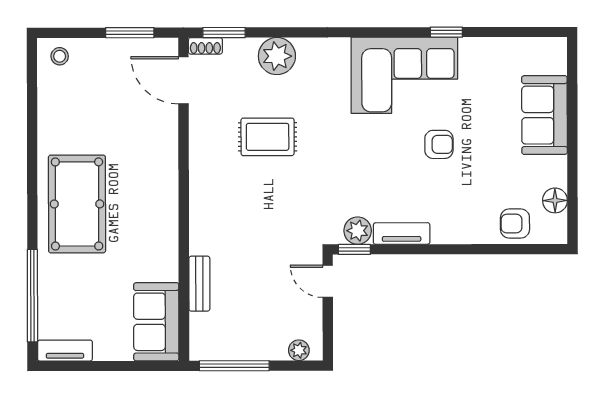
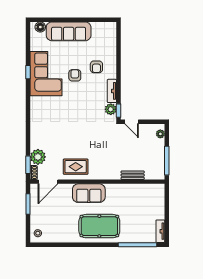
plant: (277, 56) -> (38, 157), moved
corner sofa: (404, 75) -> (46, 74), moved
sofa: (545, 115) -> (69, 31), width x1.36
rug: (268, 137) -> (76, 167), moved, turned 90
floor lamp: (555, 200) -> (40, 27), moved
armchair: (515, 224) -> (96, 67), moved
door: (328, 281) -> (132, 122), hinge flipped
sofa: (156, 322) -> (89, 193), moved

